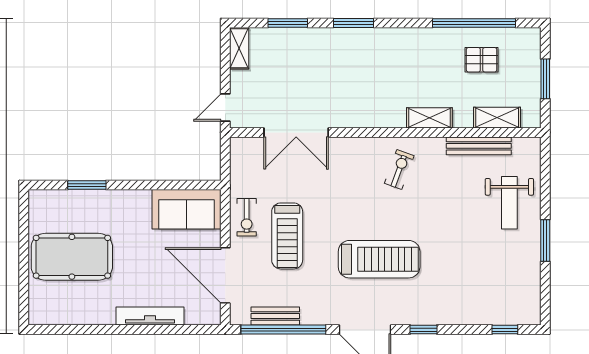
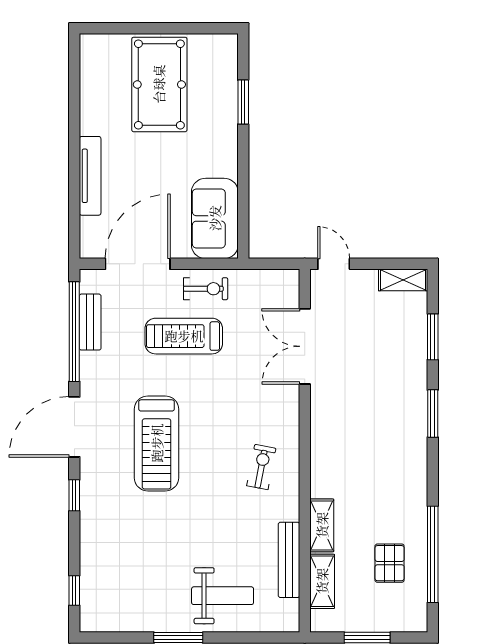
shelving: (429, 118) -> (322, 525), moved
exercise bike: (399, 169) -> (261, 467), turned -99
weight bench: (509, 203) -> (223, 596), turned 180
exercise bike: (247, 217) -> (206, 289), turned 180

